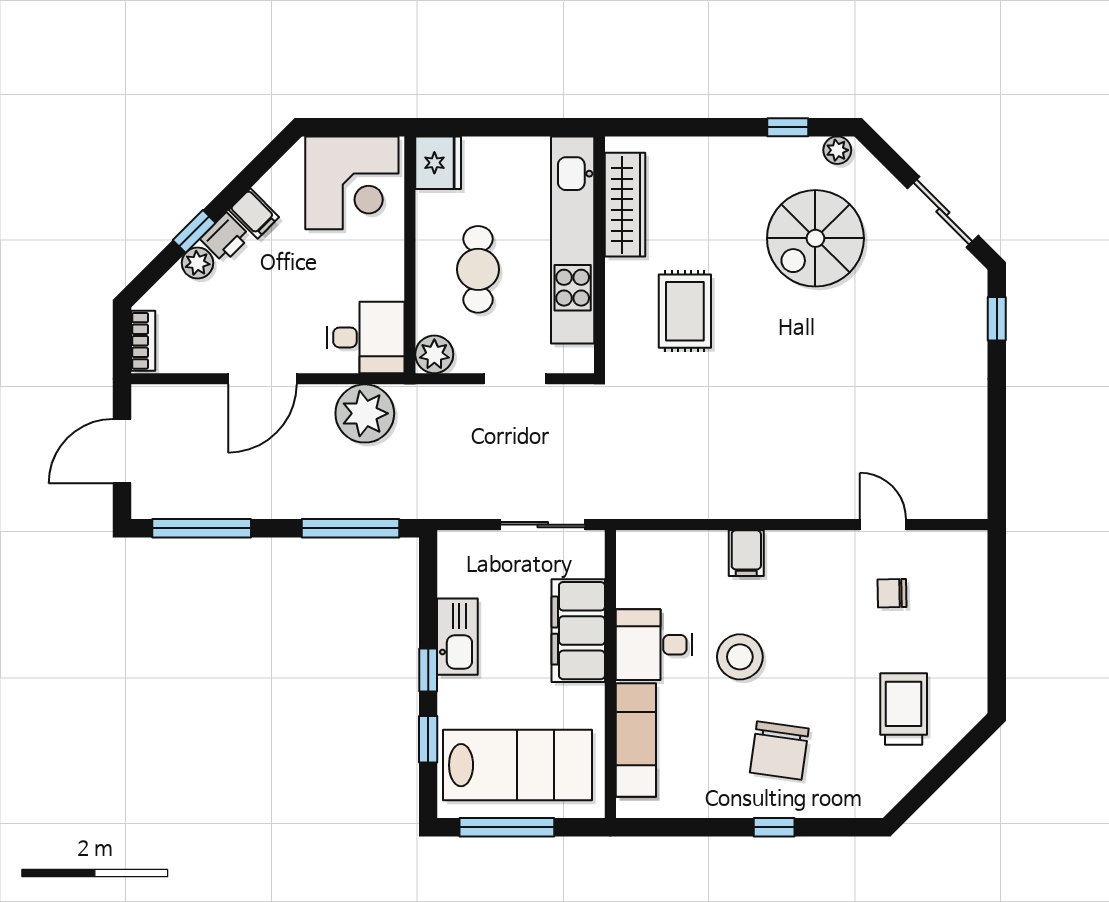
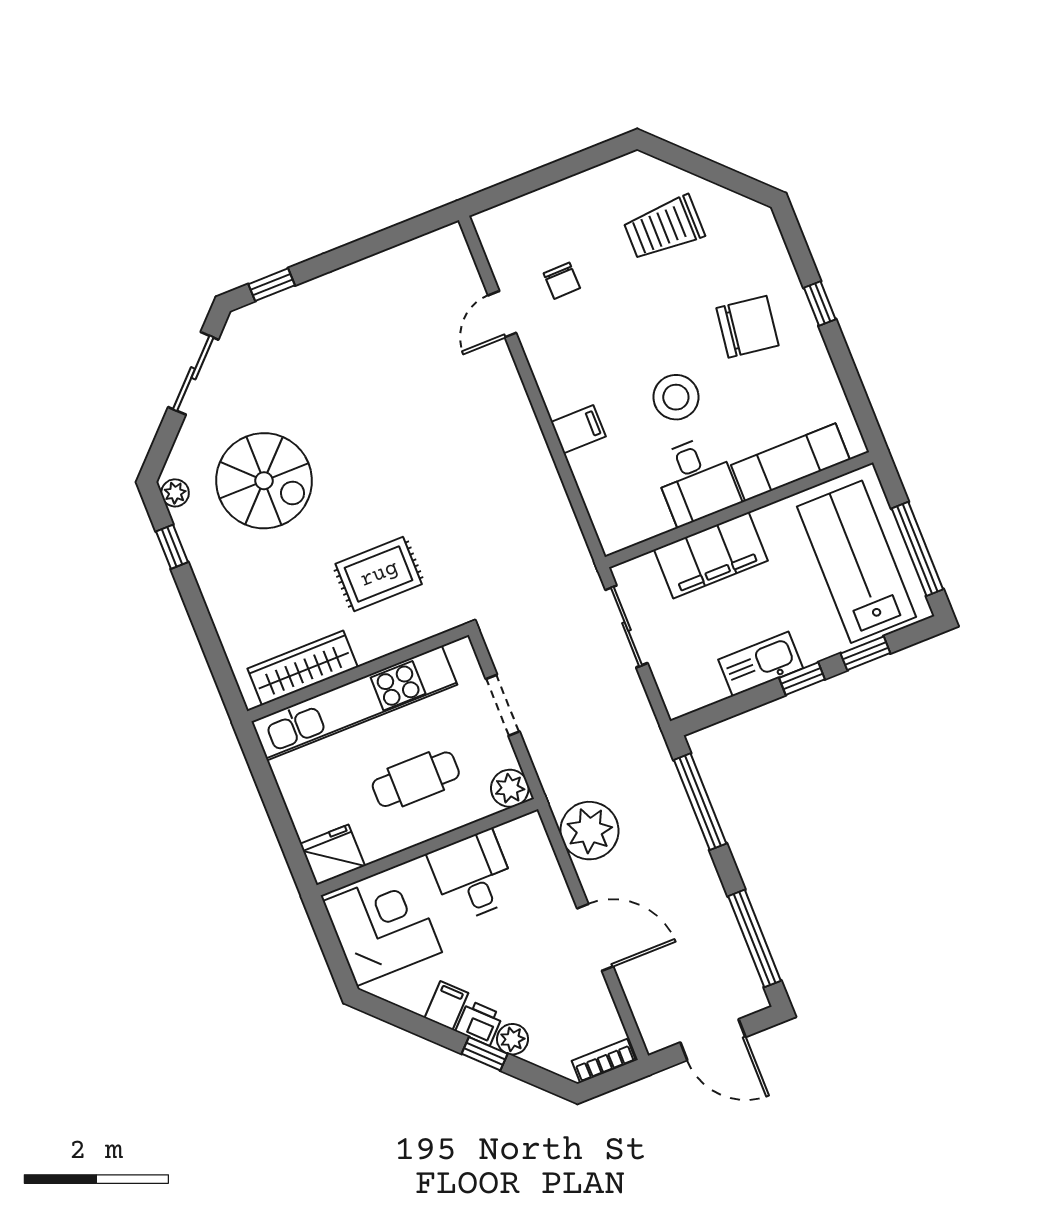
desk: (366, 337) -> (473, 876), moved

